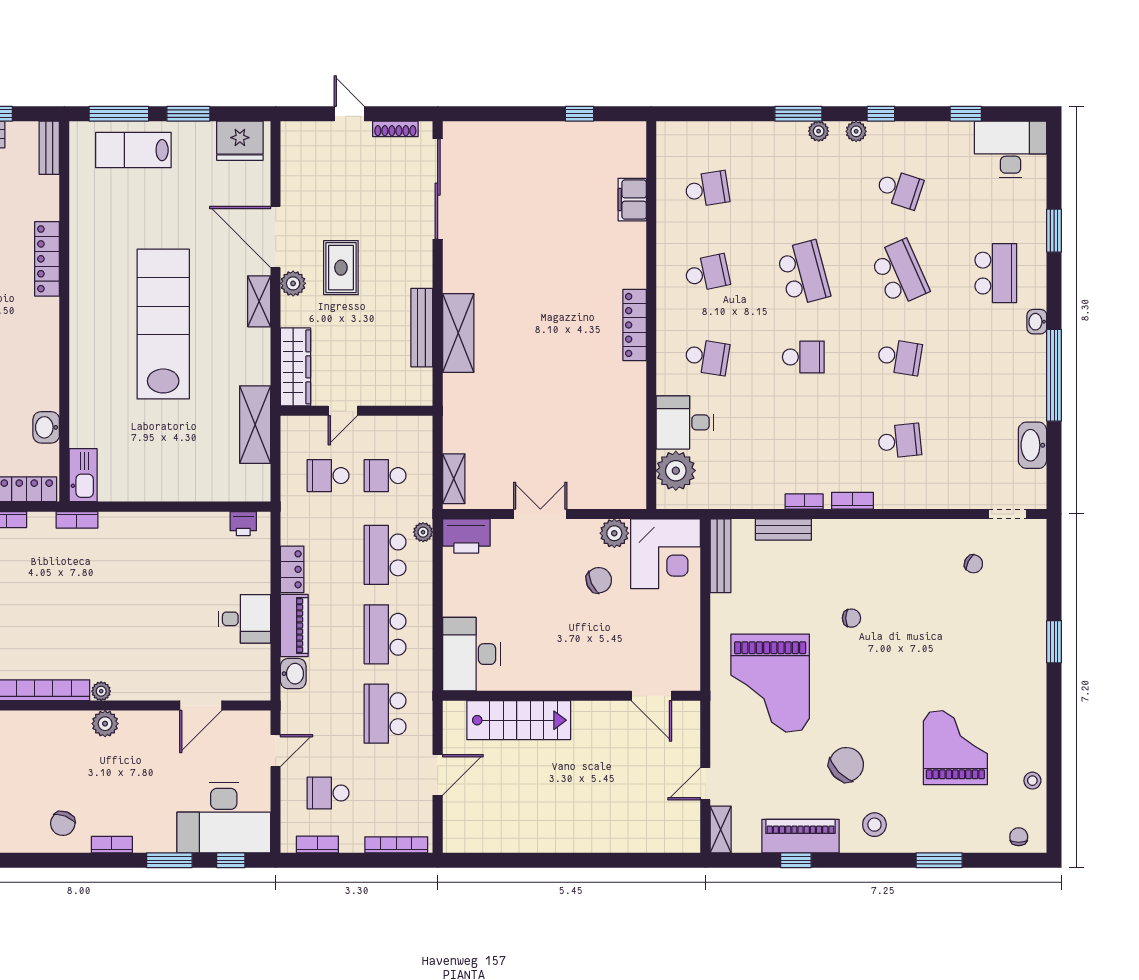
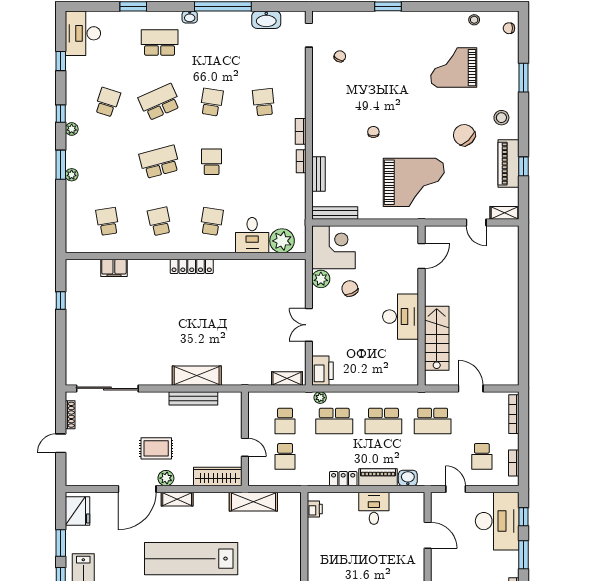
plant: (819, 131) -> (72, 175), moved
desk: (471, 654) -> (401, 317), moved, turned -90

